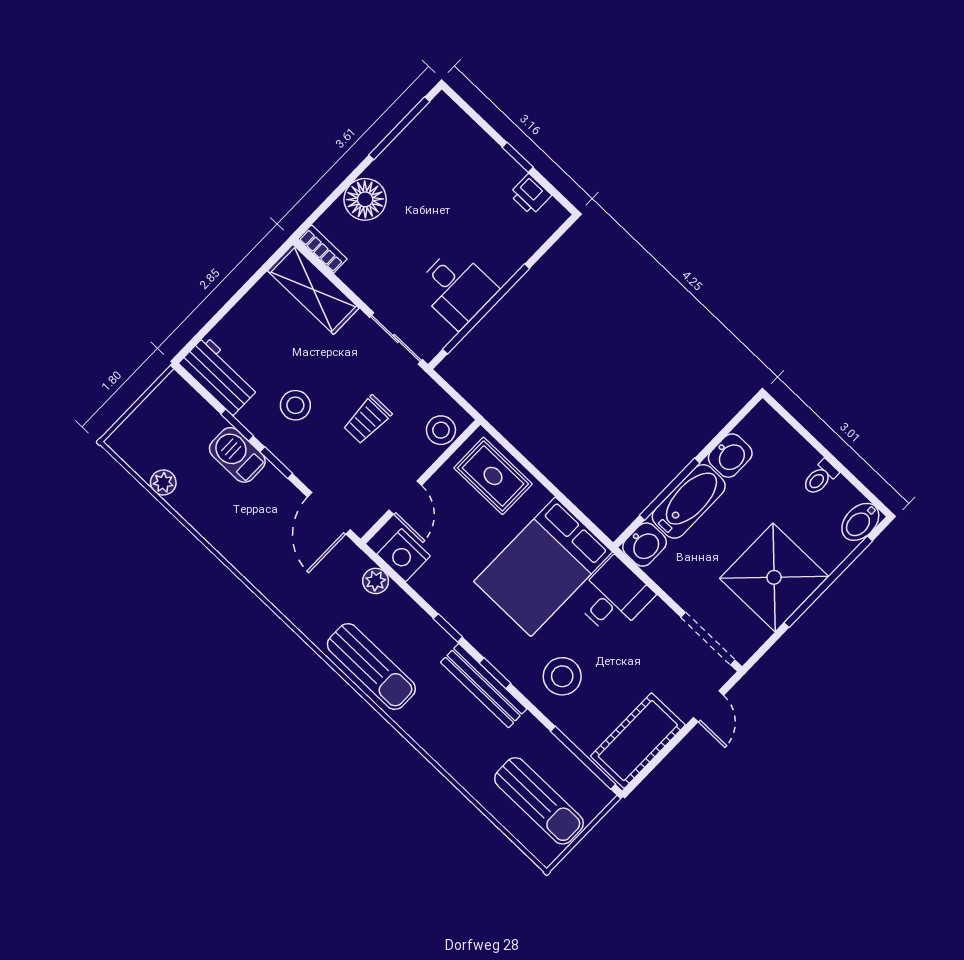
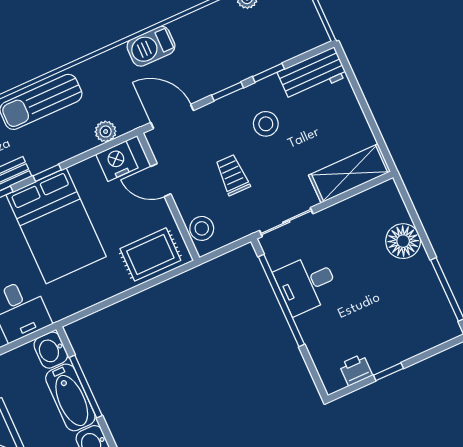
bookcase: (323, 249) -> (378, 193), removed
barbecue: (237, 455) -> (151, 46), moved, turned 180
bed: (543, 567) -> (56, 226), moved, turned 180

